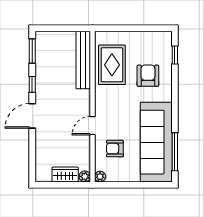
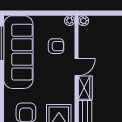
wardrobe: (65, 175) -> (85, 88), moved, turned -90

